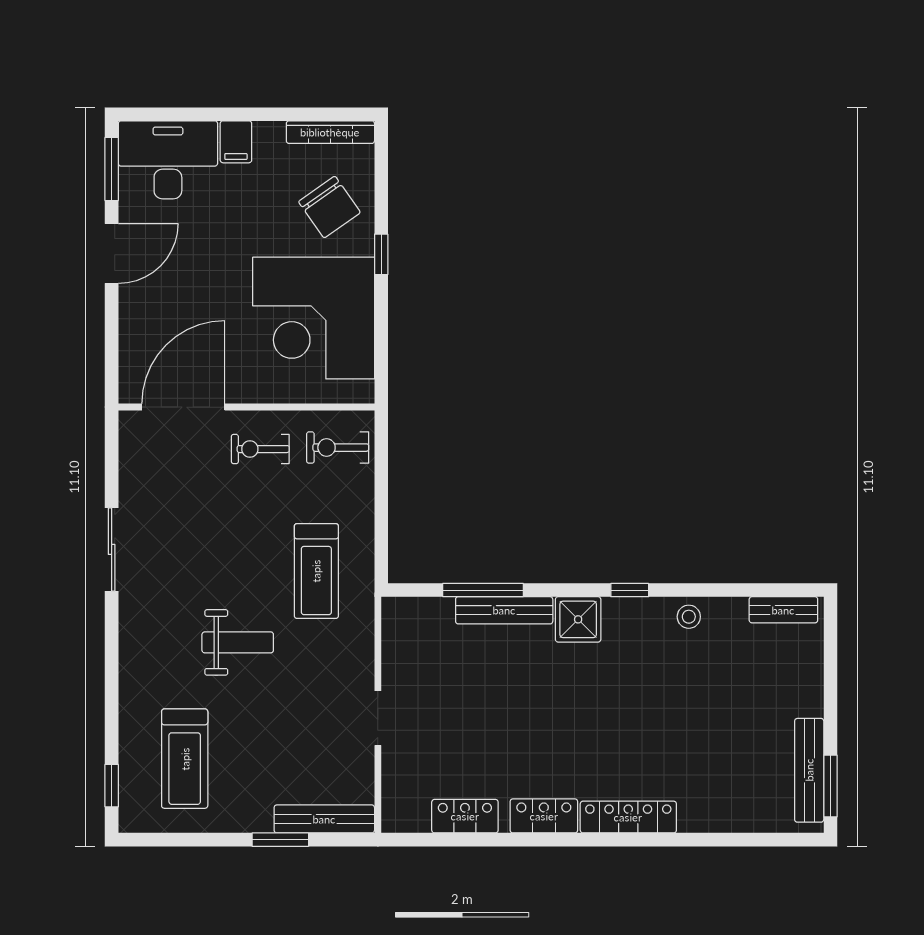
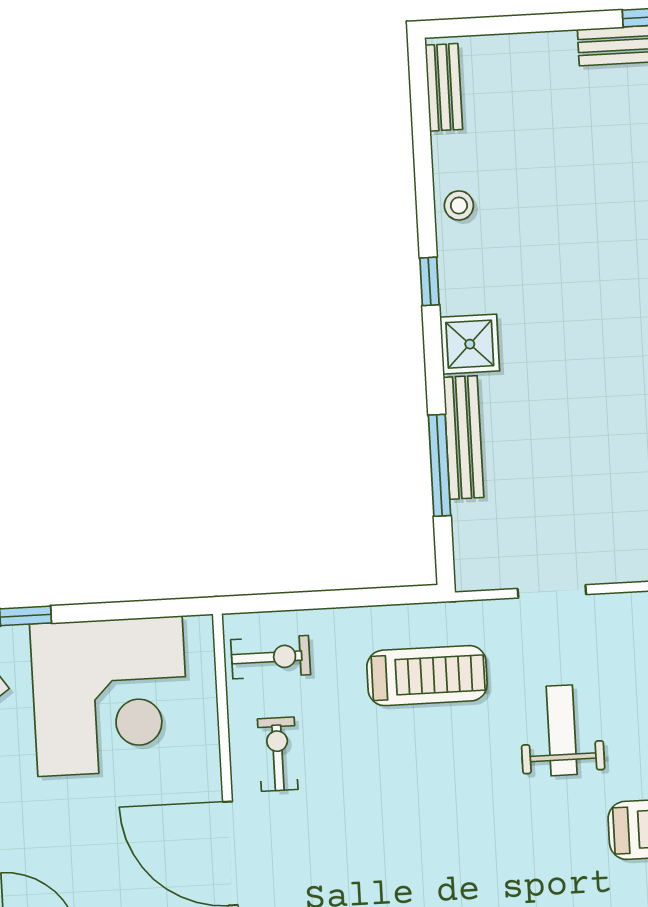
exercise bike: (338, 448) -> (271, 657), turned -90
exercise bike: (260, 449) -> (278, 754), turned 180
weight bench: (238, 642) -> (562, 730), moved
doorway: (378, 718) -> (552, 591), moved

